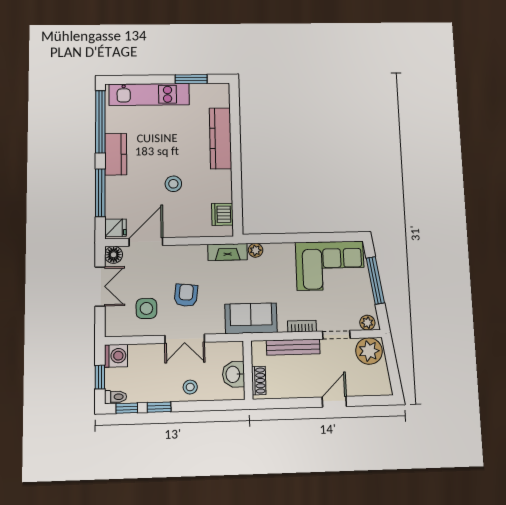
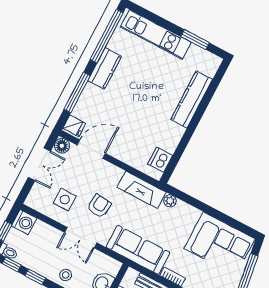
stool: (173, 184) -> (136, 116), removed
fireplace: (228, 252) -> (142, 190), width x1.37, depth x1.32
sofa: (251, 318) -> (138, 250), width x1.36

